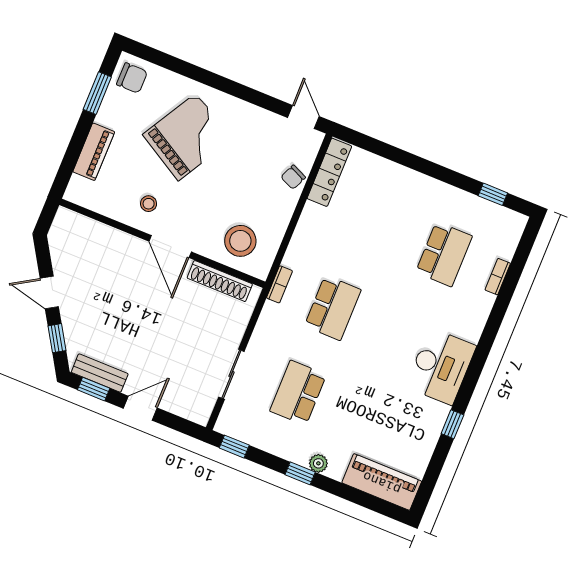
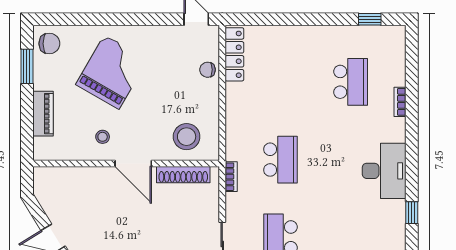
chair: (293, 177) -> (208, 70), turned 66
bookcase: (498, 277) -> (400, 102), moved
bookcase: (279, 284) -> (231, 177), moved

